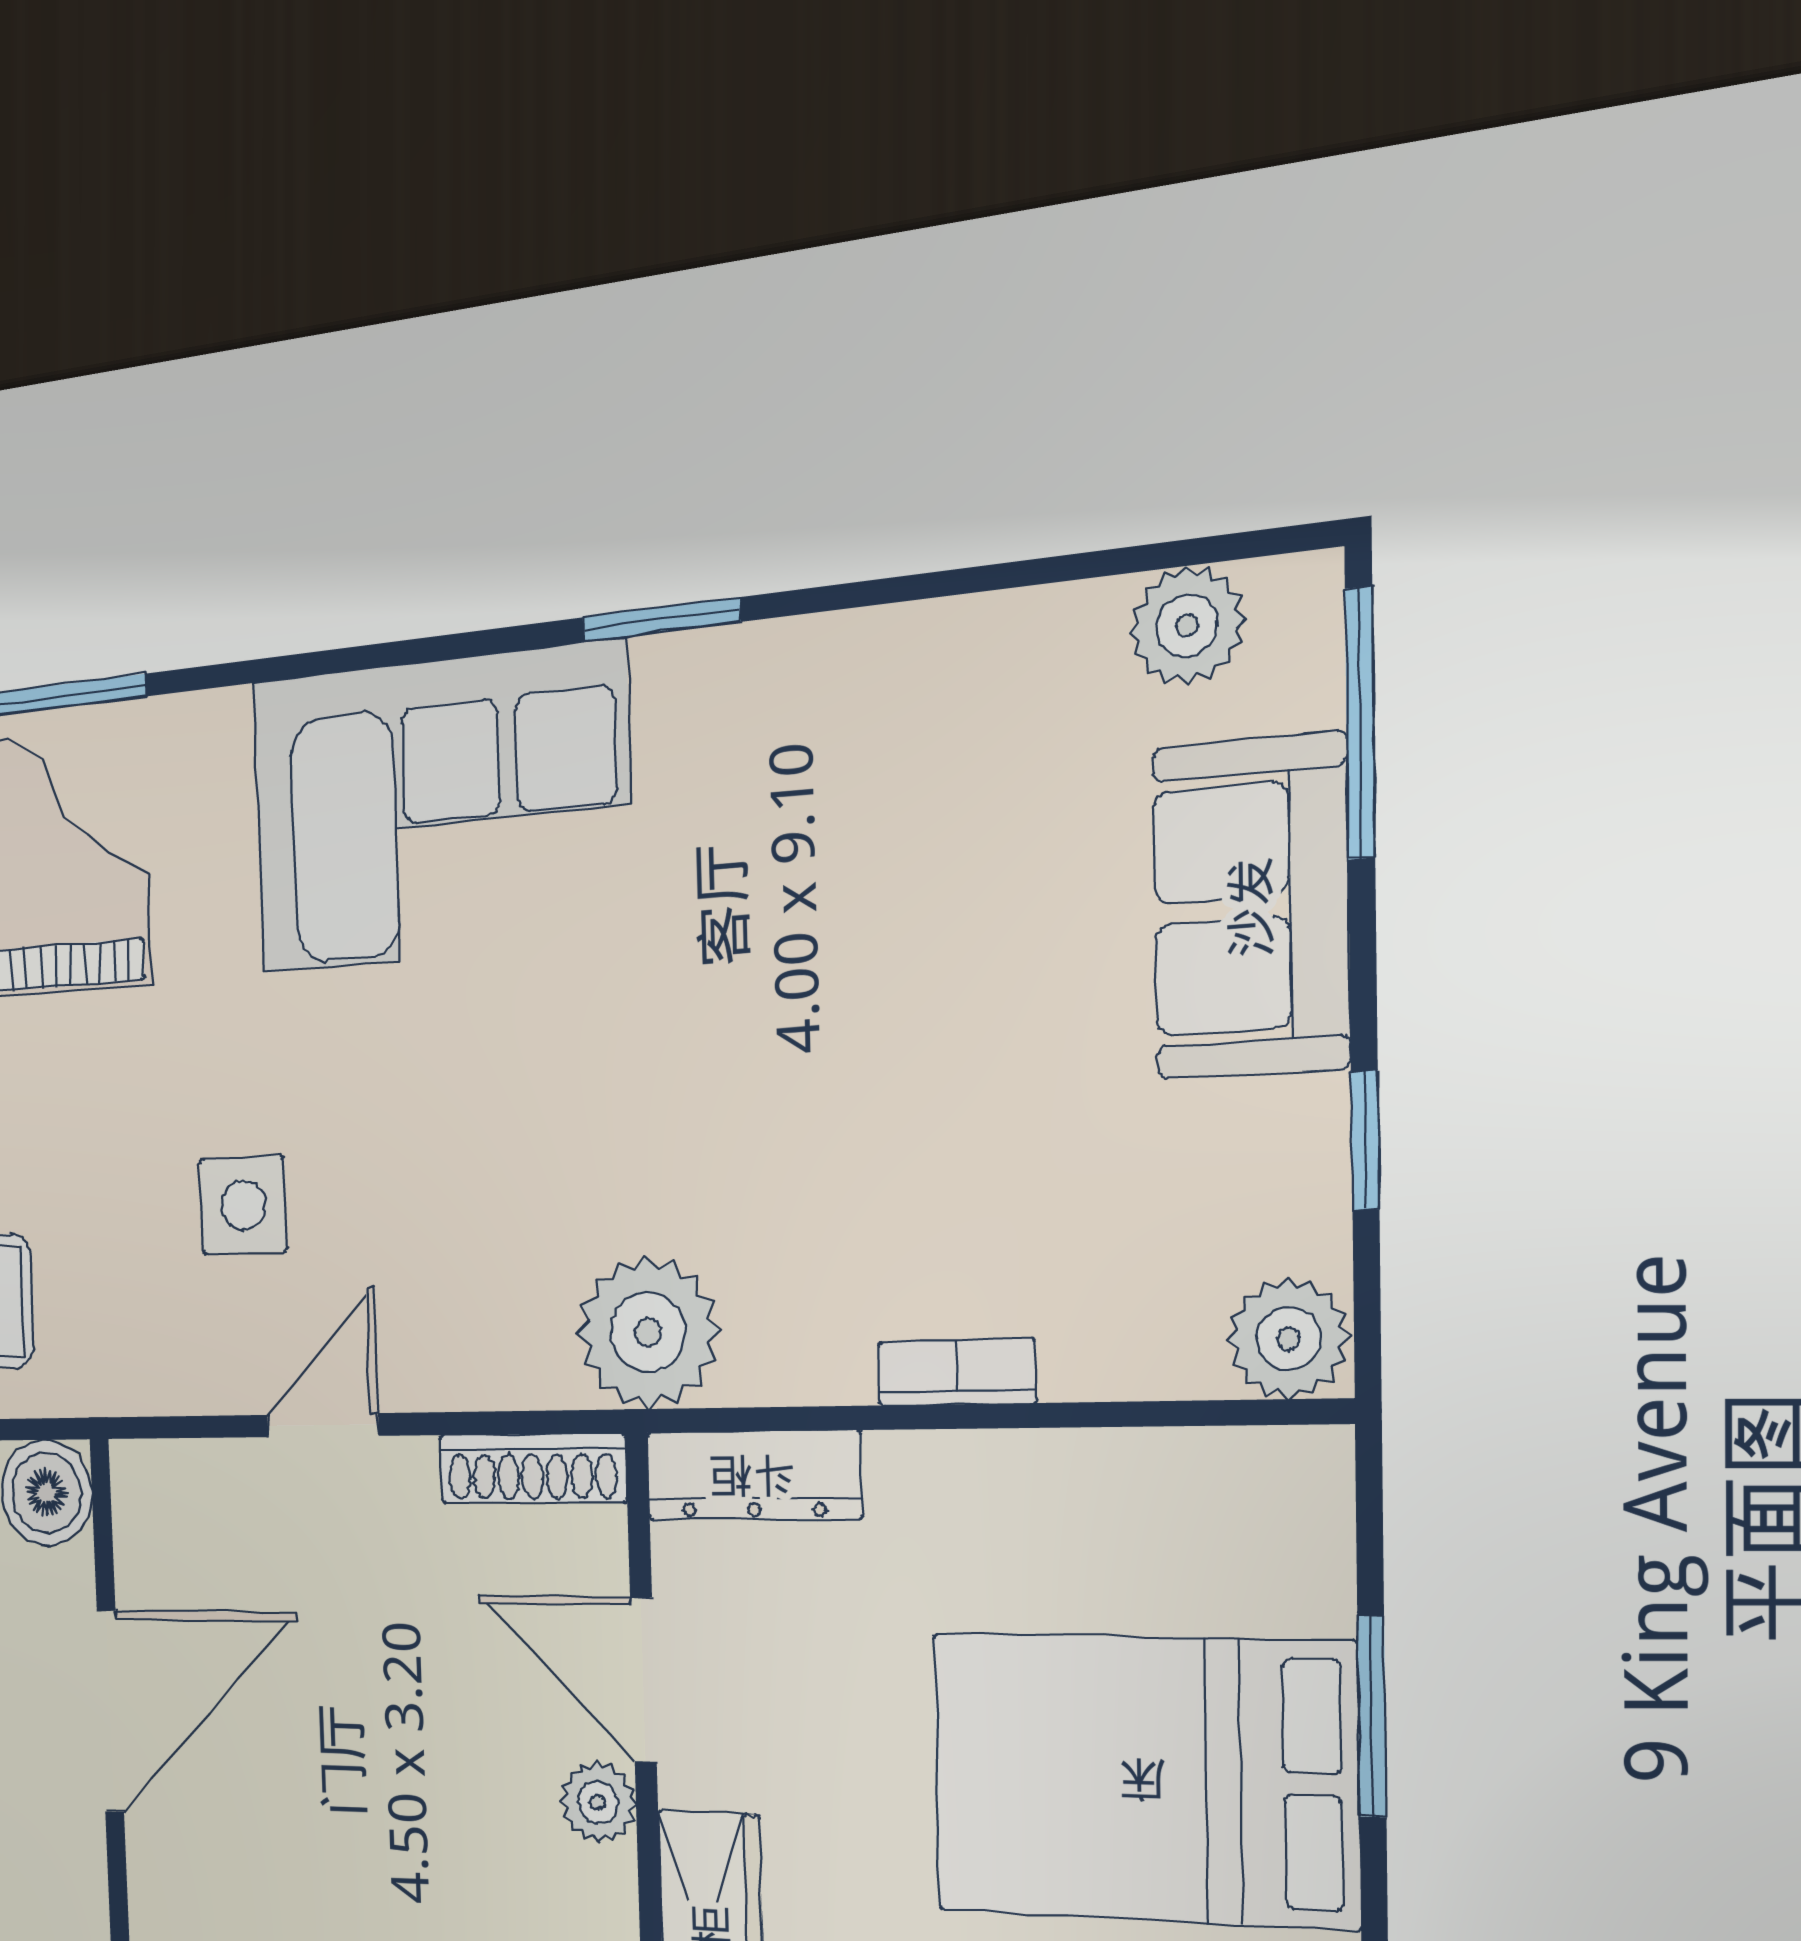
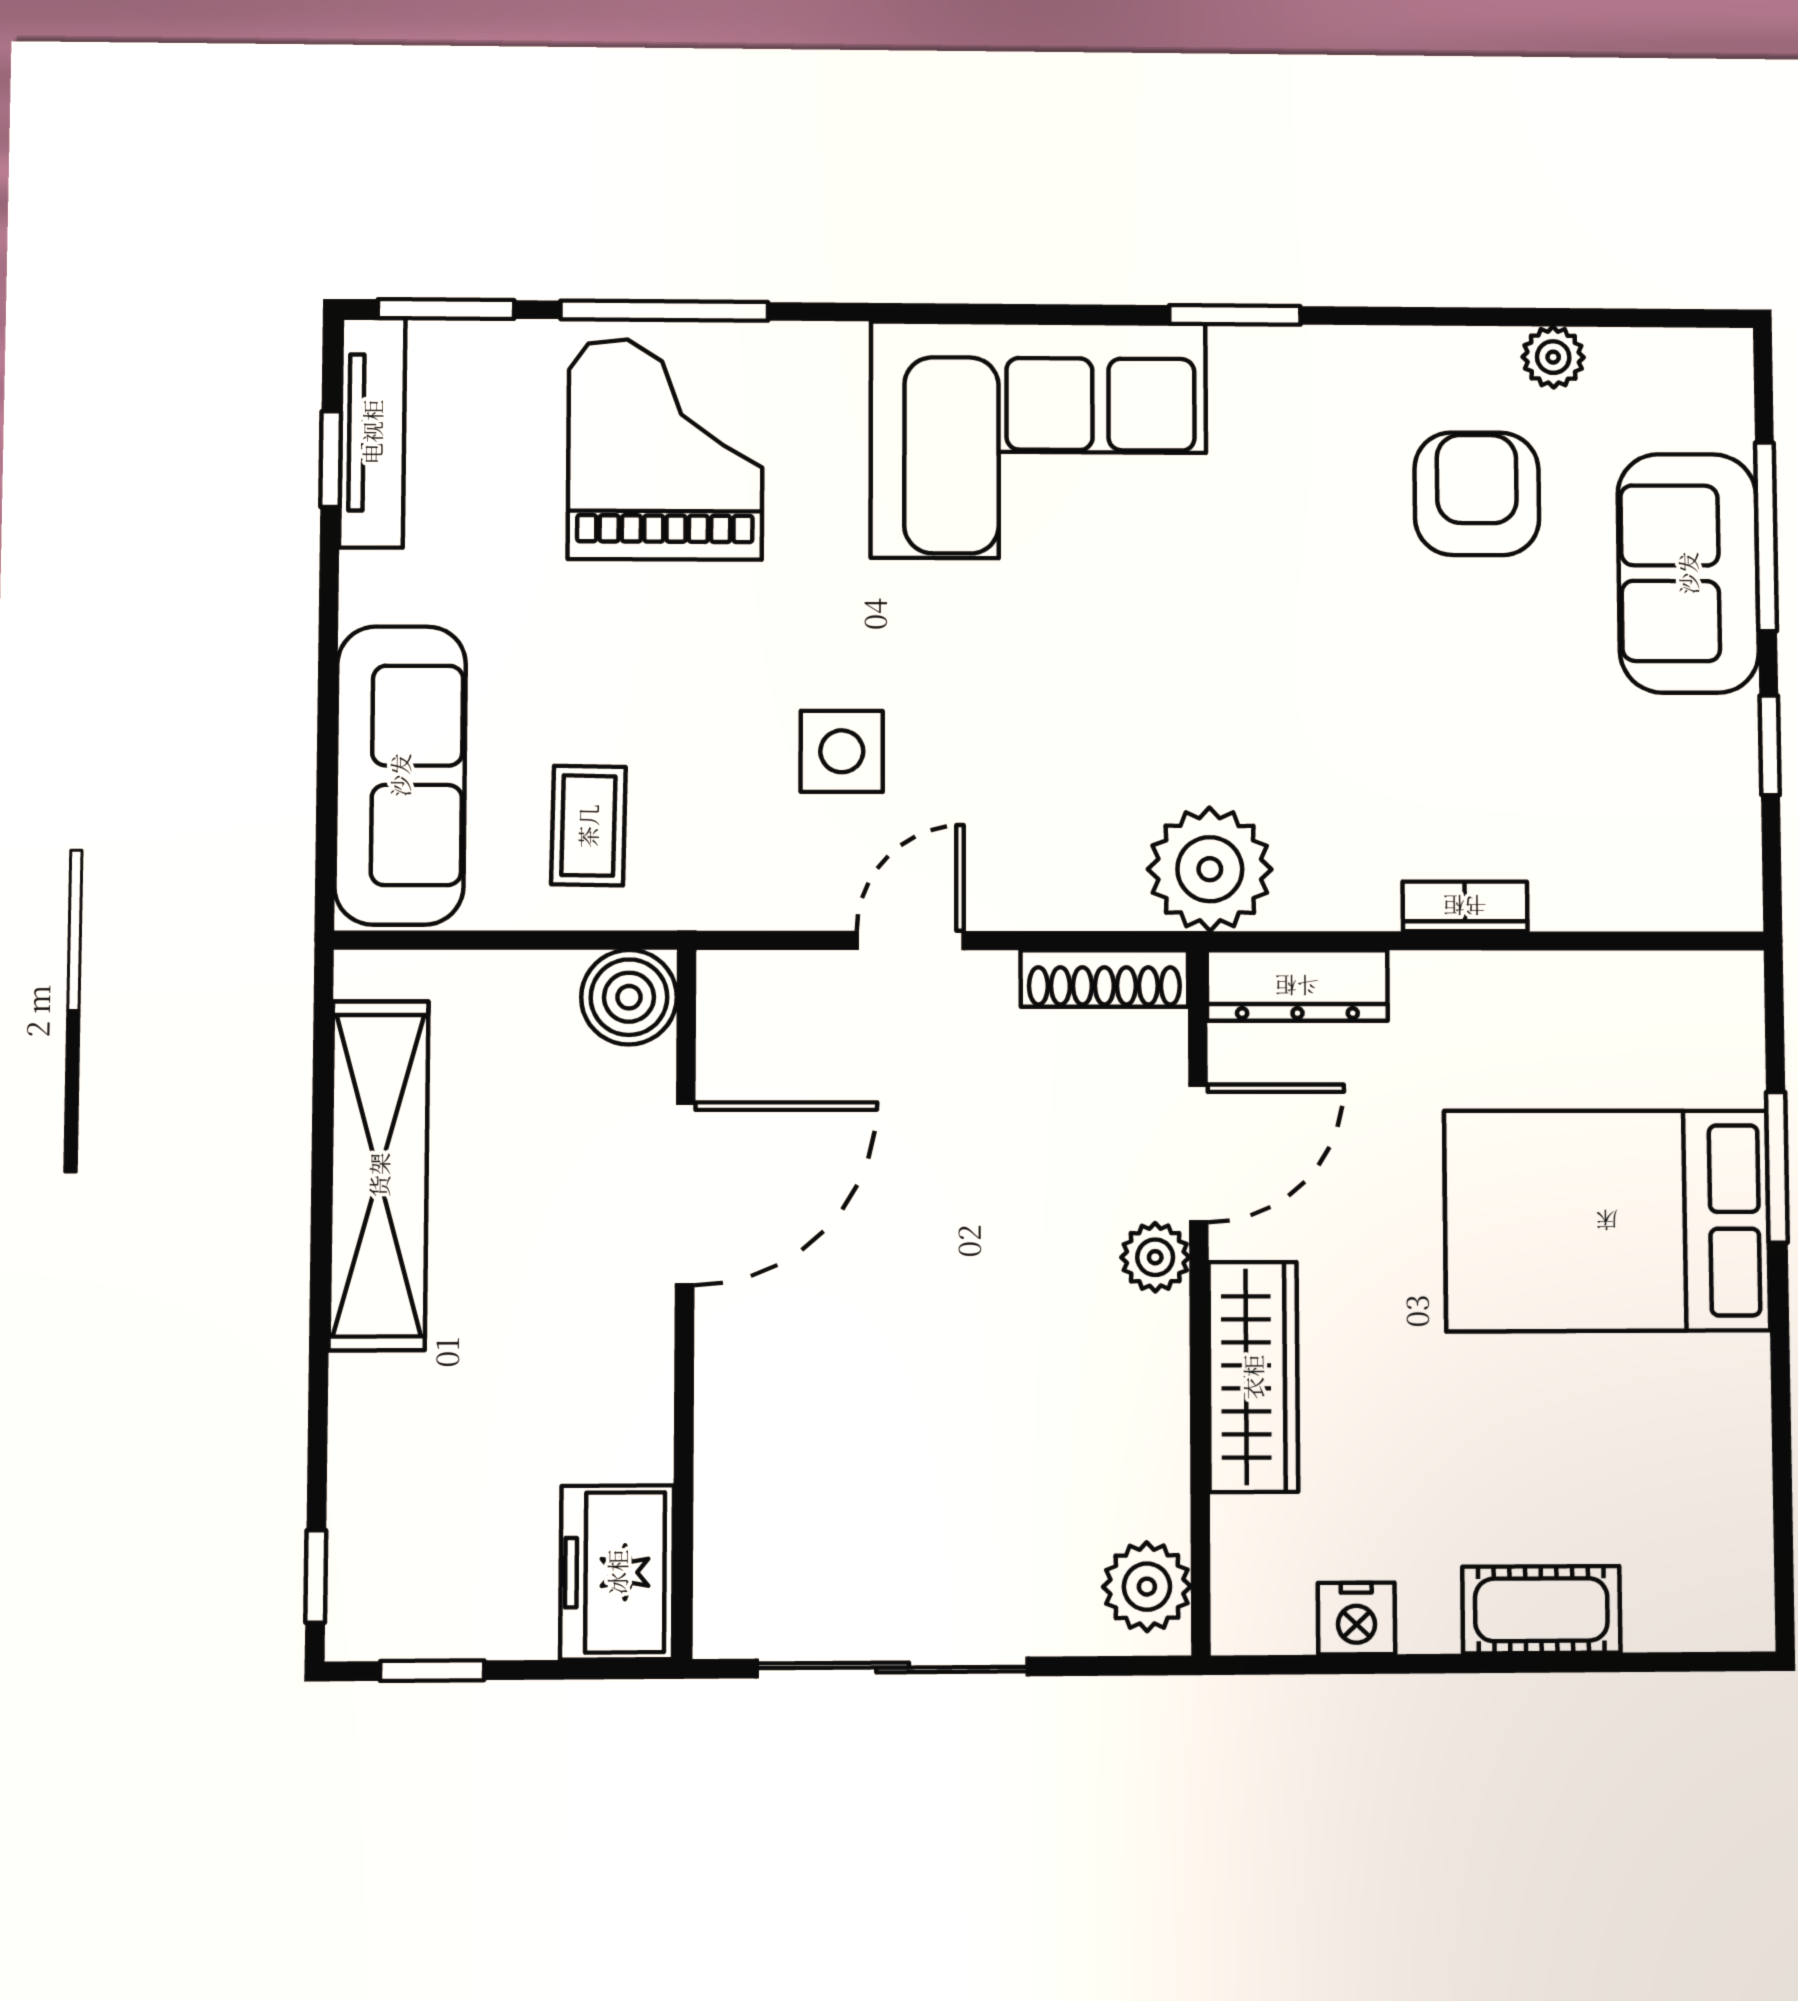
plant: (1187, 626) -> (1553, 357), moved, width x0.73, depth x0.73
window: (1360, 723) -> (1766, 537), moved
armchair: (966, 824) -> (1477, 494), added
plant: (1288, 1339) -> (1716, 887), removed
door: (643, 1680) -> (1198, 1153), swing flipped

